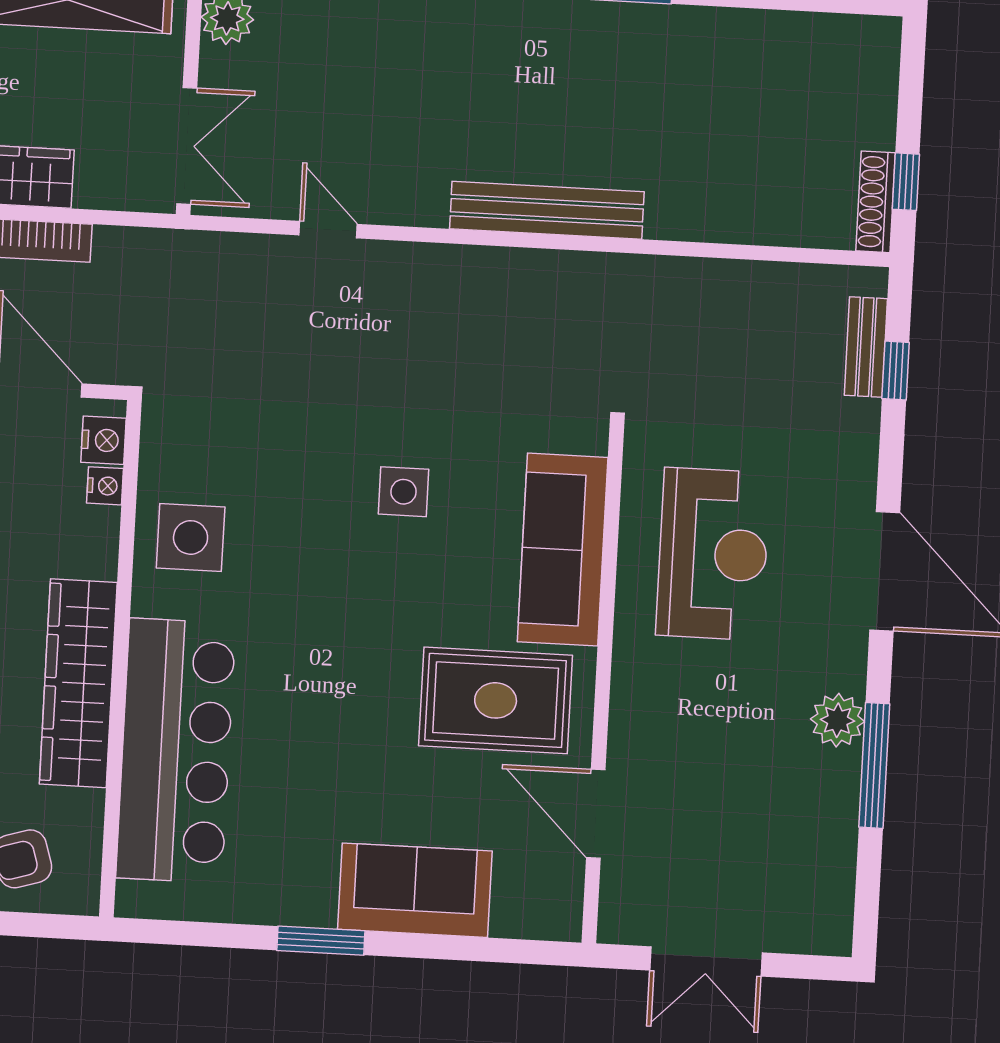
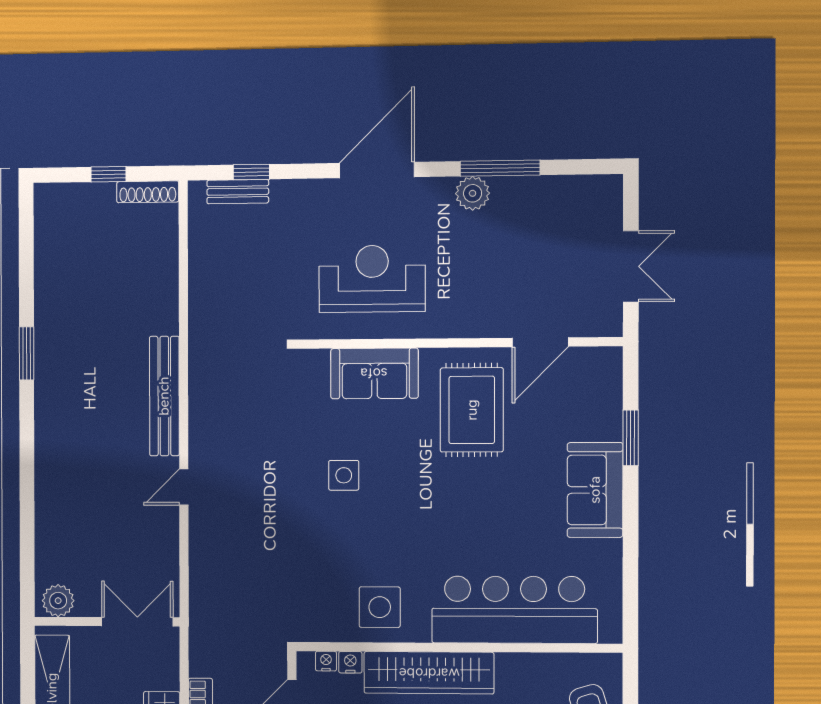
window: (906, 182) -> (108, 174), moved
door: (328, 230) -> (184, 487), moved
nightstand: (103, 440) -> (326, 661), width x0.72, depth x0.74
sofa: (563, 550) -> (374, 373), width x0.73
wardrobe: (78, 683) -> (429, 673), moved
sofa: (415, 890) -> (595, 490), moved
window: (321, 941) -> (631, 438), moved

